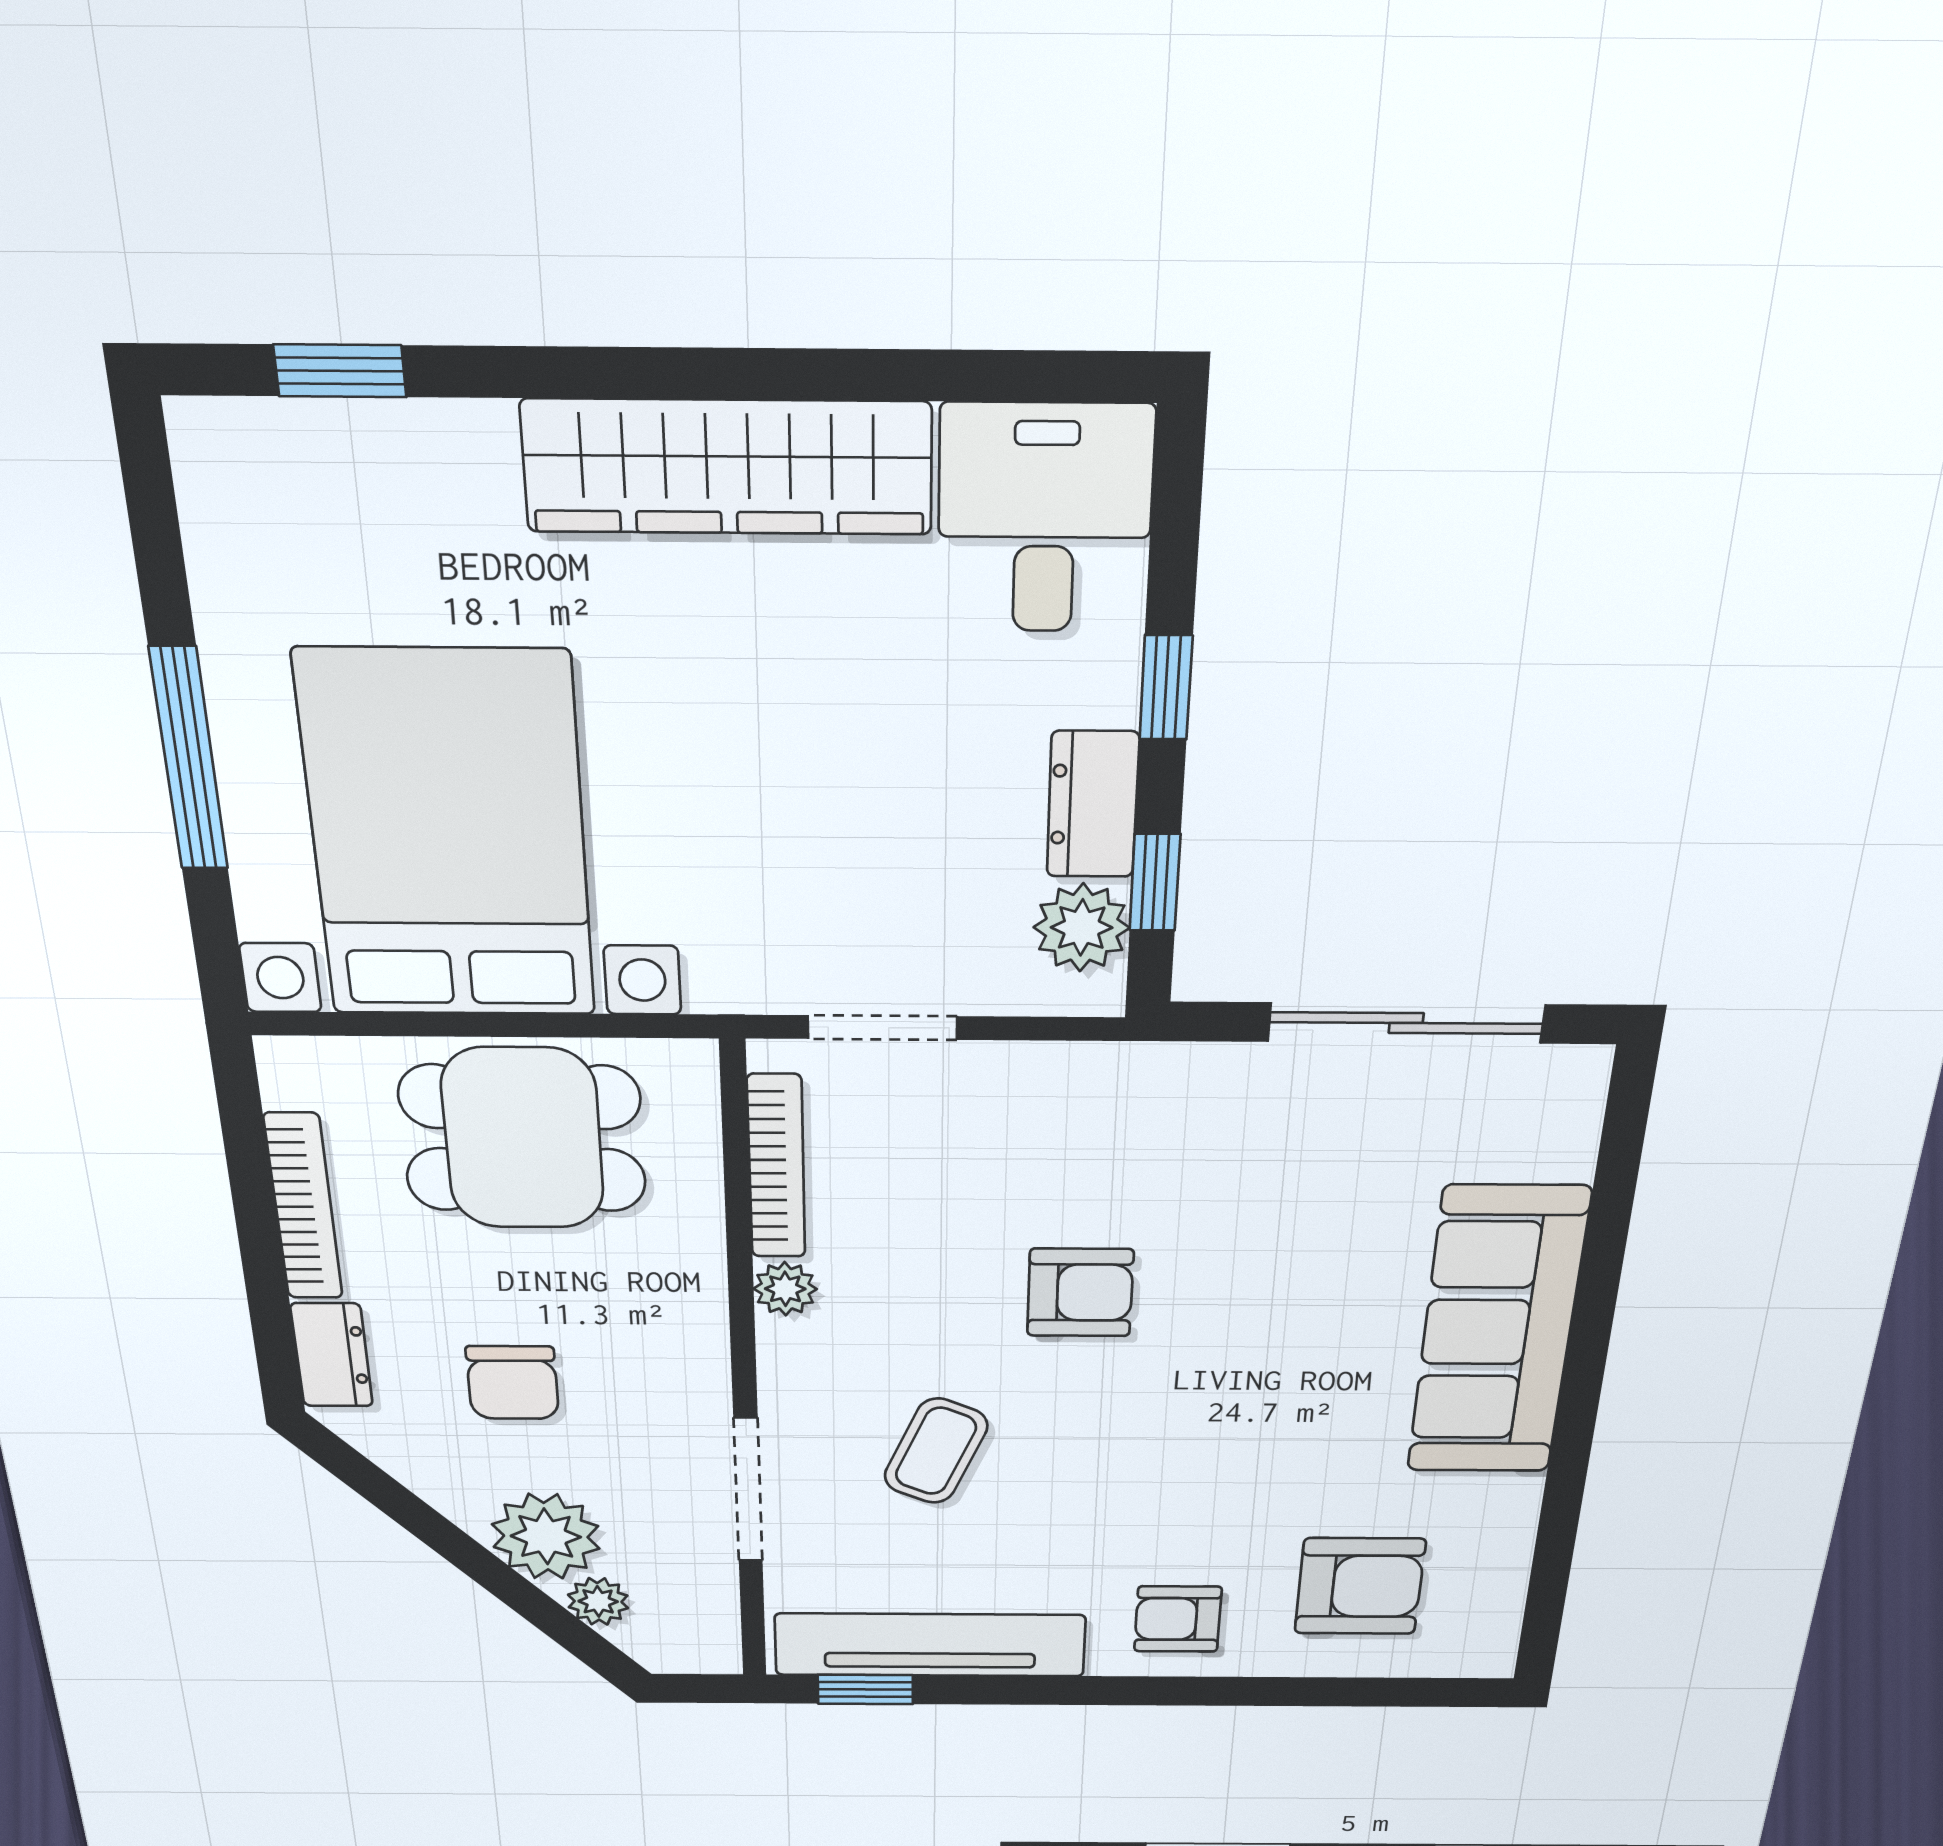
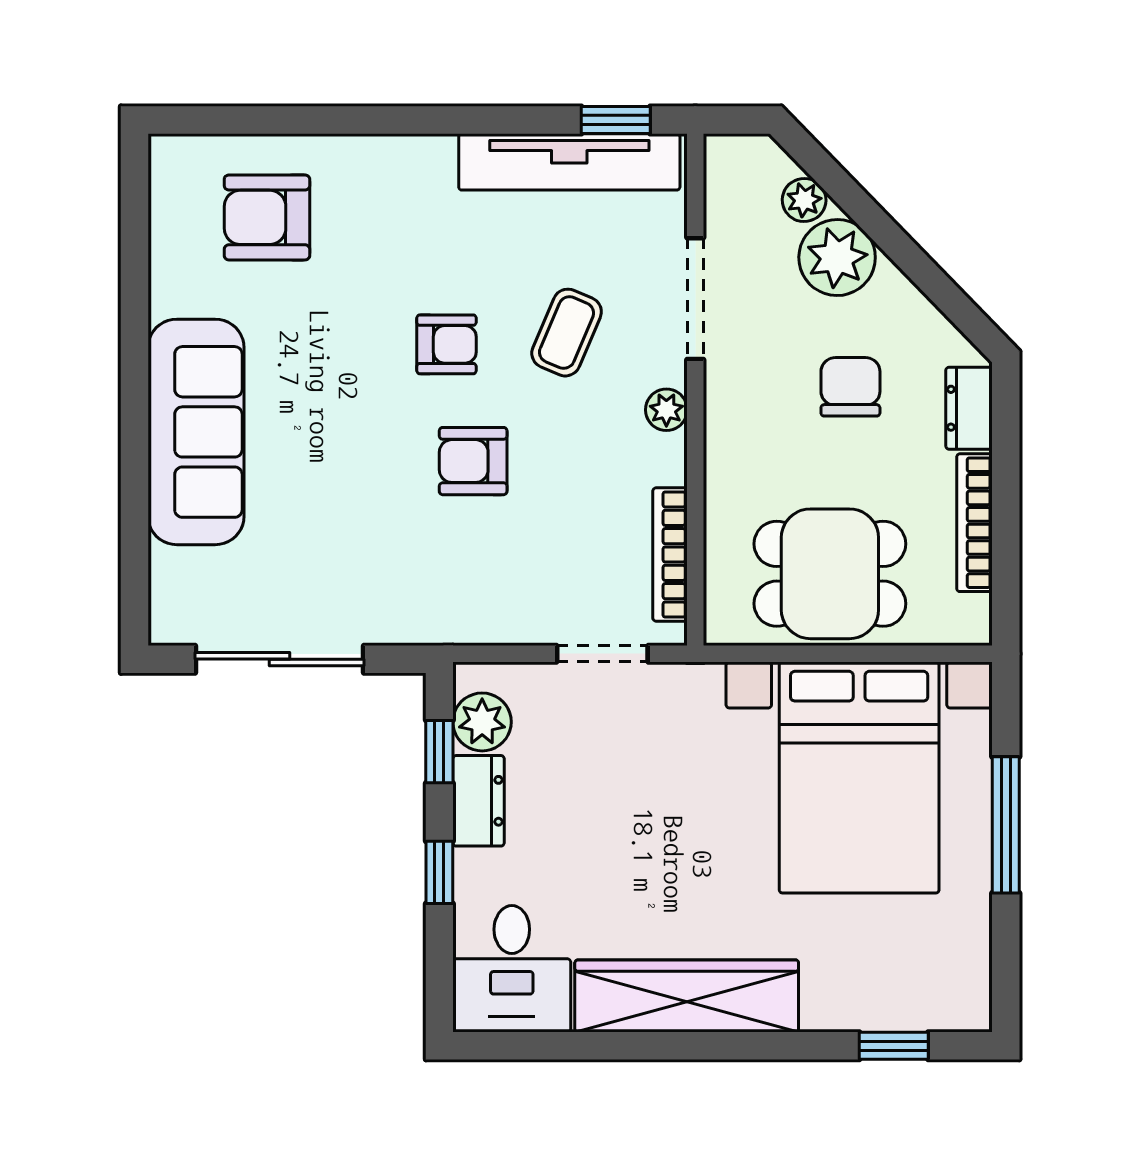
plant: (785, 1289) -> (666, 410), moved
armchair: (1178, 1619) -> (447, 344), moved

